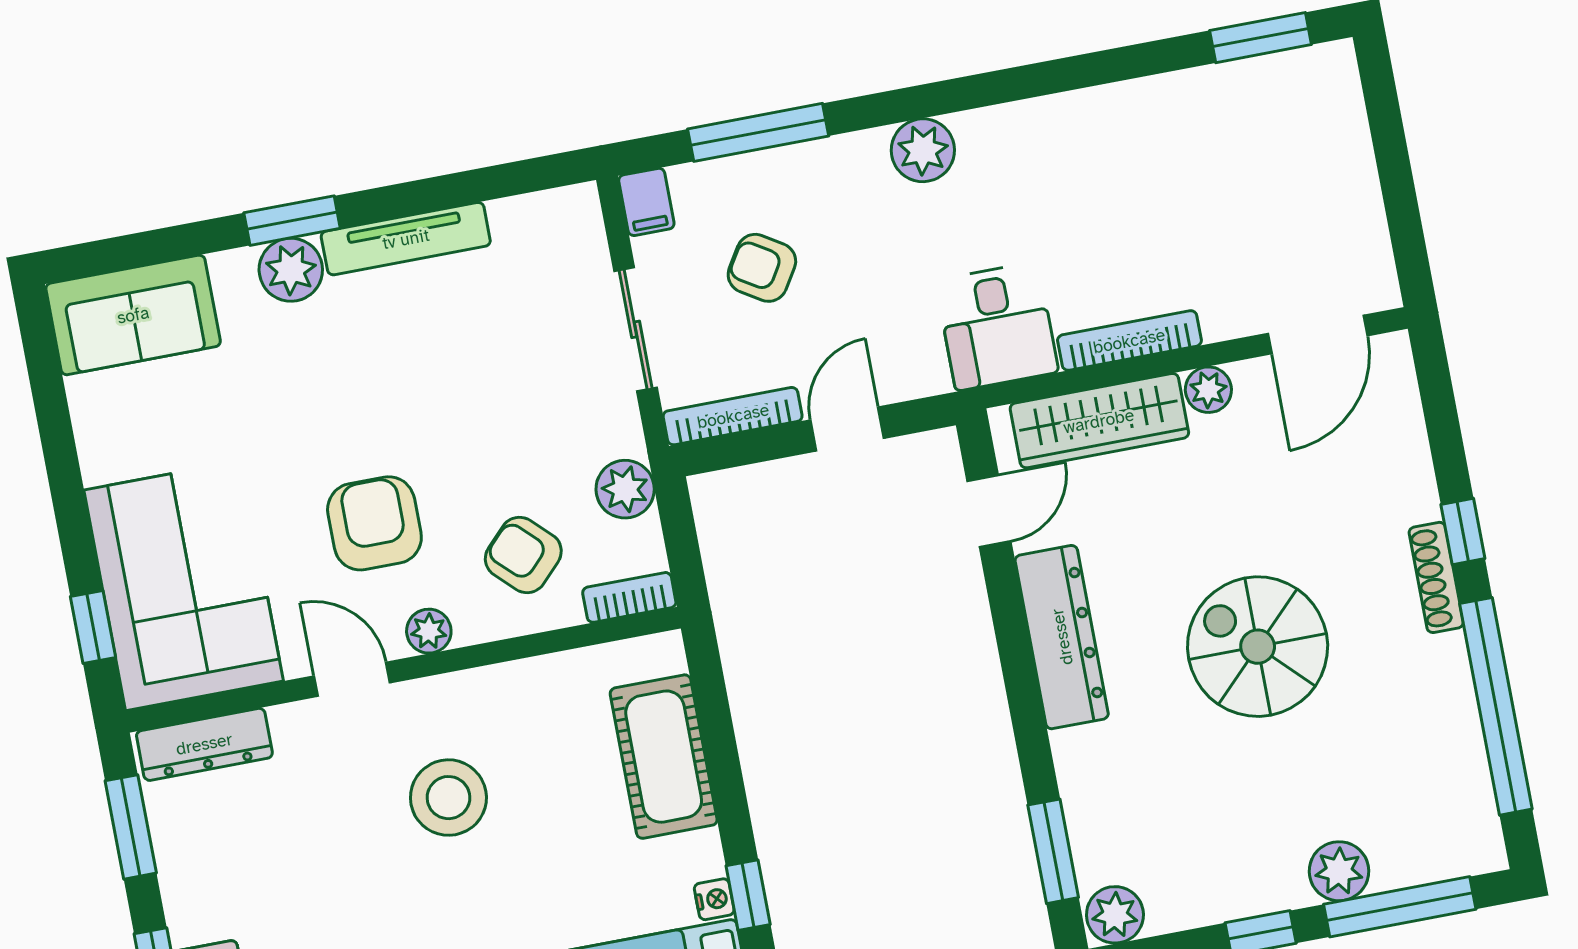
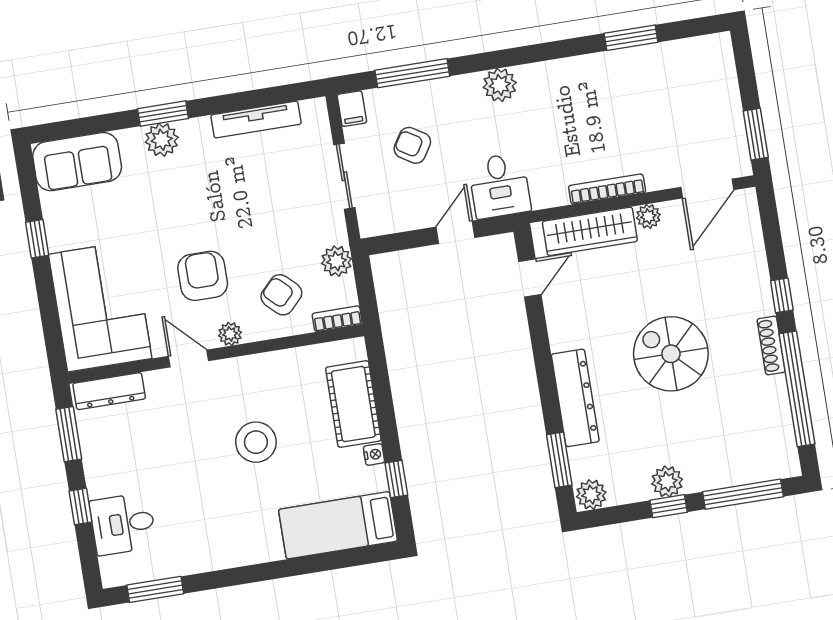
window: (1261, 38) -> (631, 38), moved
window: (1406, 230) -> (756, 134), added
tv unit: (406, 239) -> (256, 119), moved
desk: (997, 326) -> (499, 186), moved
bookcase: (733, 416) -> (395, 224), removed
shoe rack: (1436, 577) -> (771, 345), moved
window: (93, 627) -> (37, 239), moved
dresser: (1062, 637) -> (575, 398), moved
stool: (448, 798) -> (256, 442), moved
plant: (1339, 871) -> (667, 482), moved
nightstand: (714, 899) -> (374, 454), moved

